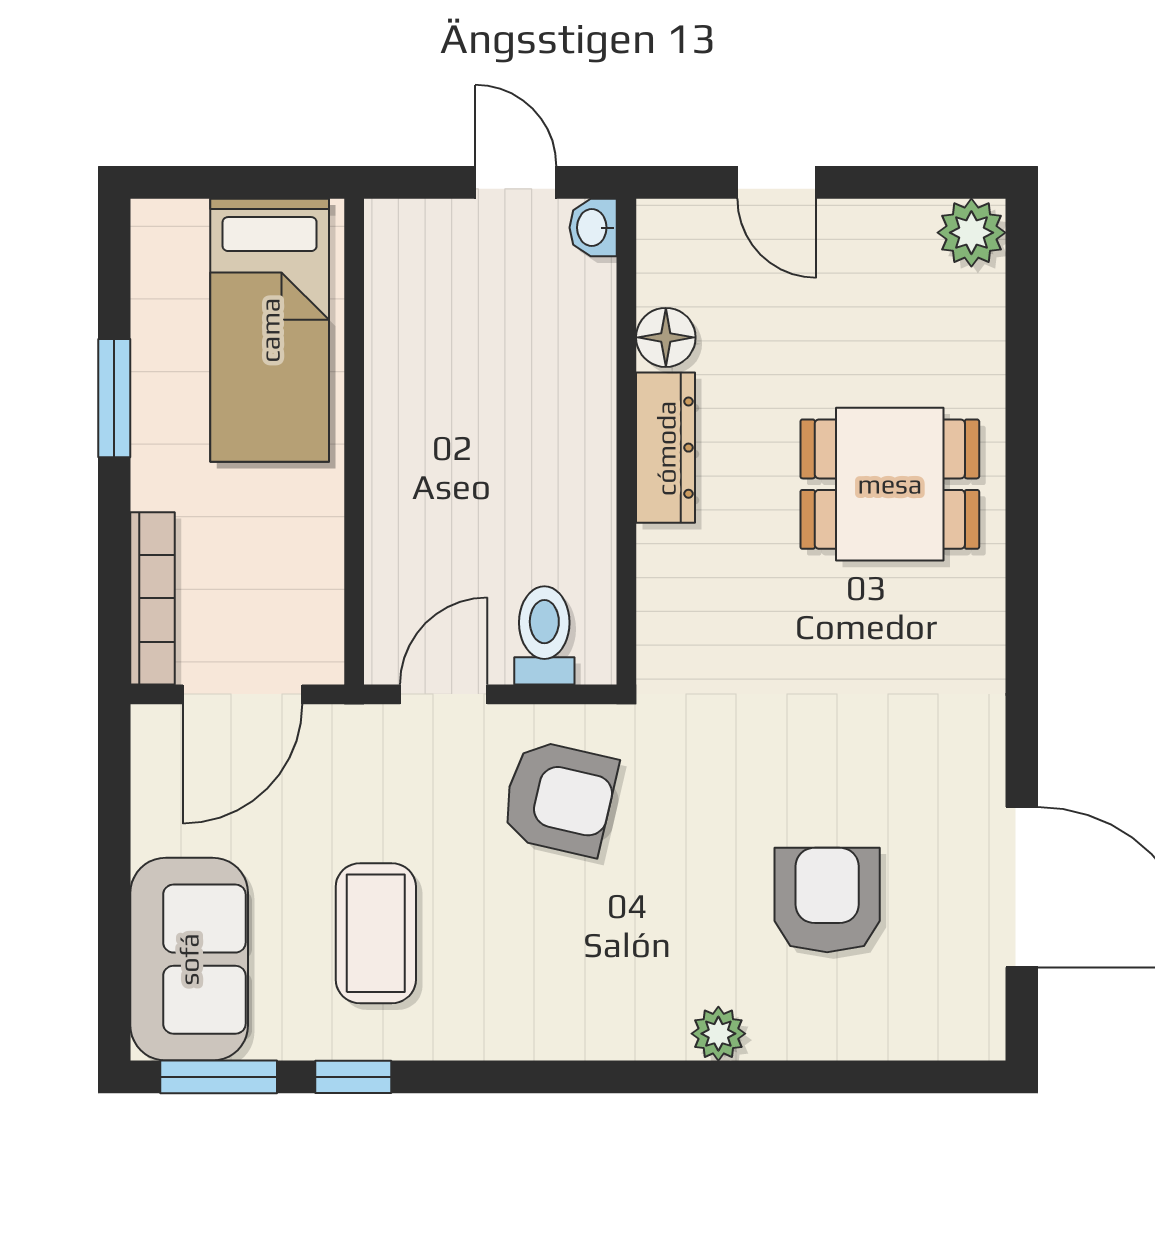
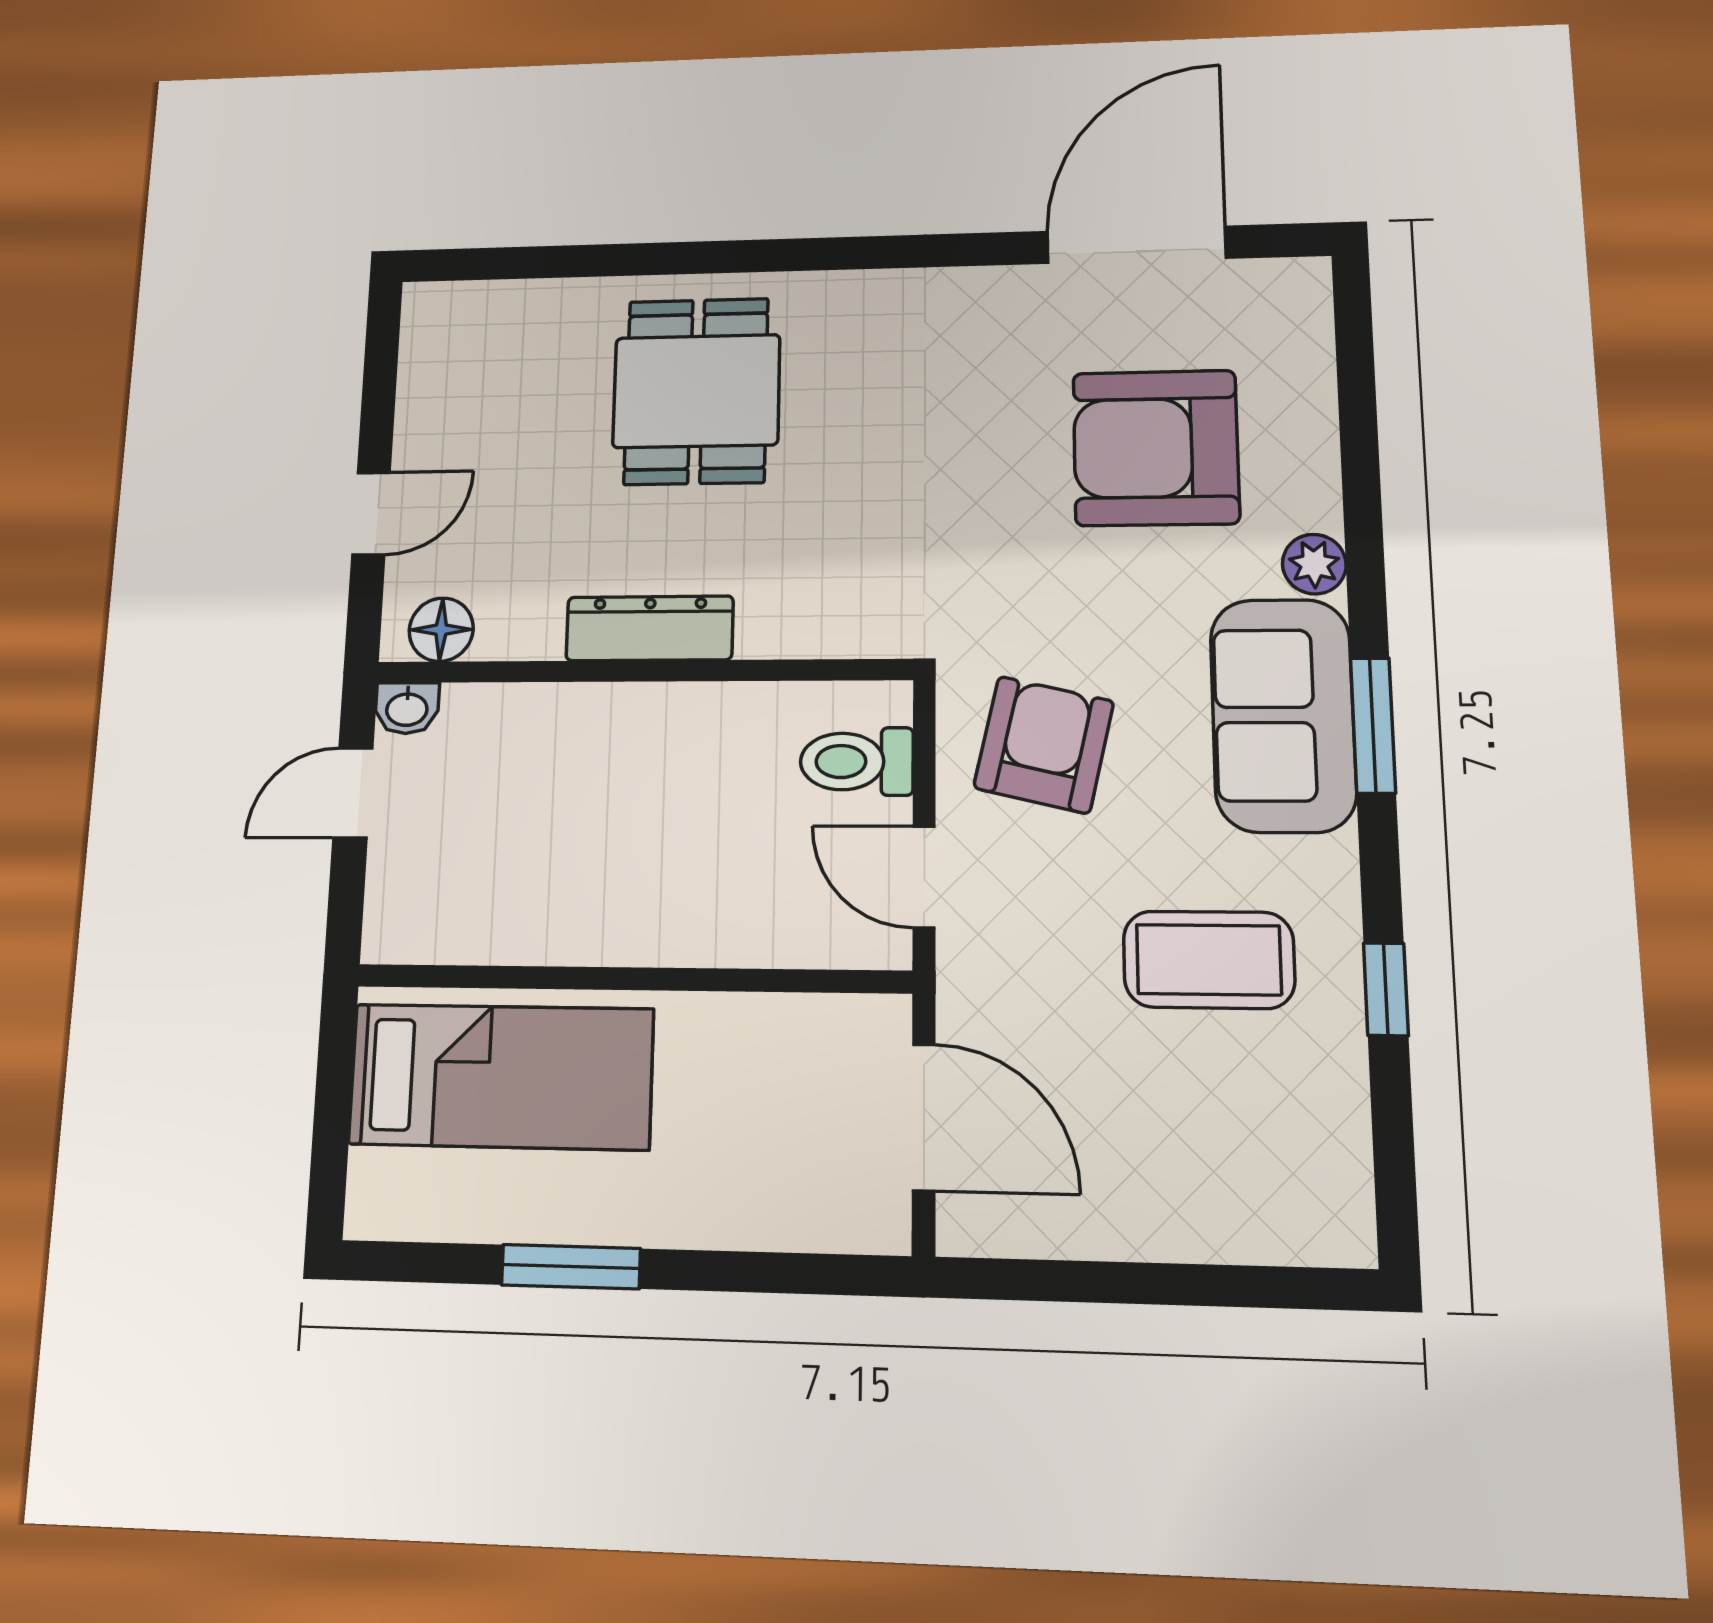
plant: (971, 233) -> (435, 315), removed
floor lamp: (666, 337) -> (441, 630), moved
bookcase: (153, 598) -> (808, 1226), removed
armchair: (827, 900) -> (1156, 448), width x1.36, depth x1.36
sofa: (189, 959) -> (1283, 715), moved, turned -90
window: (219, 1077) -> (1373, 725), moved

